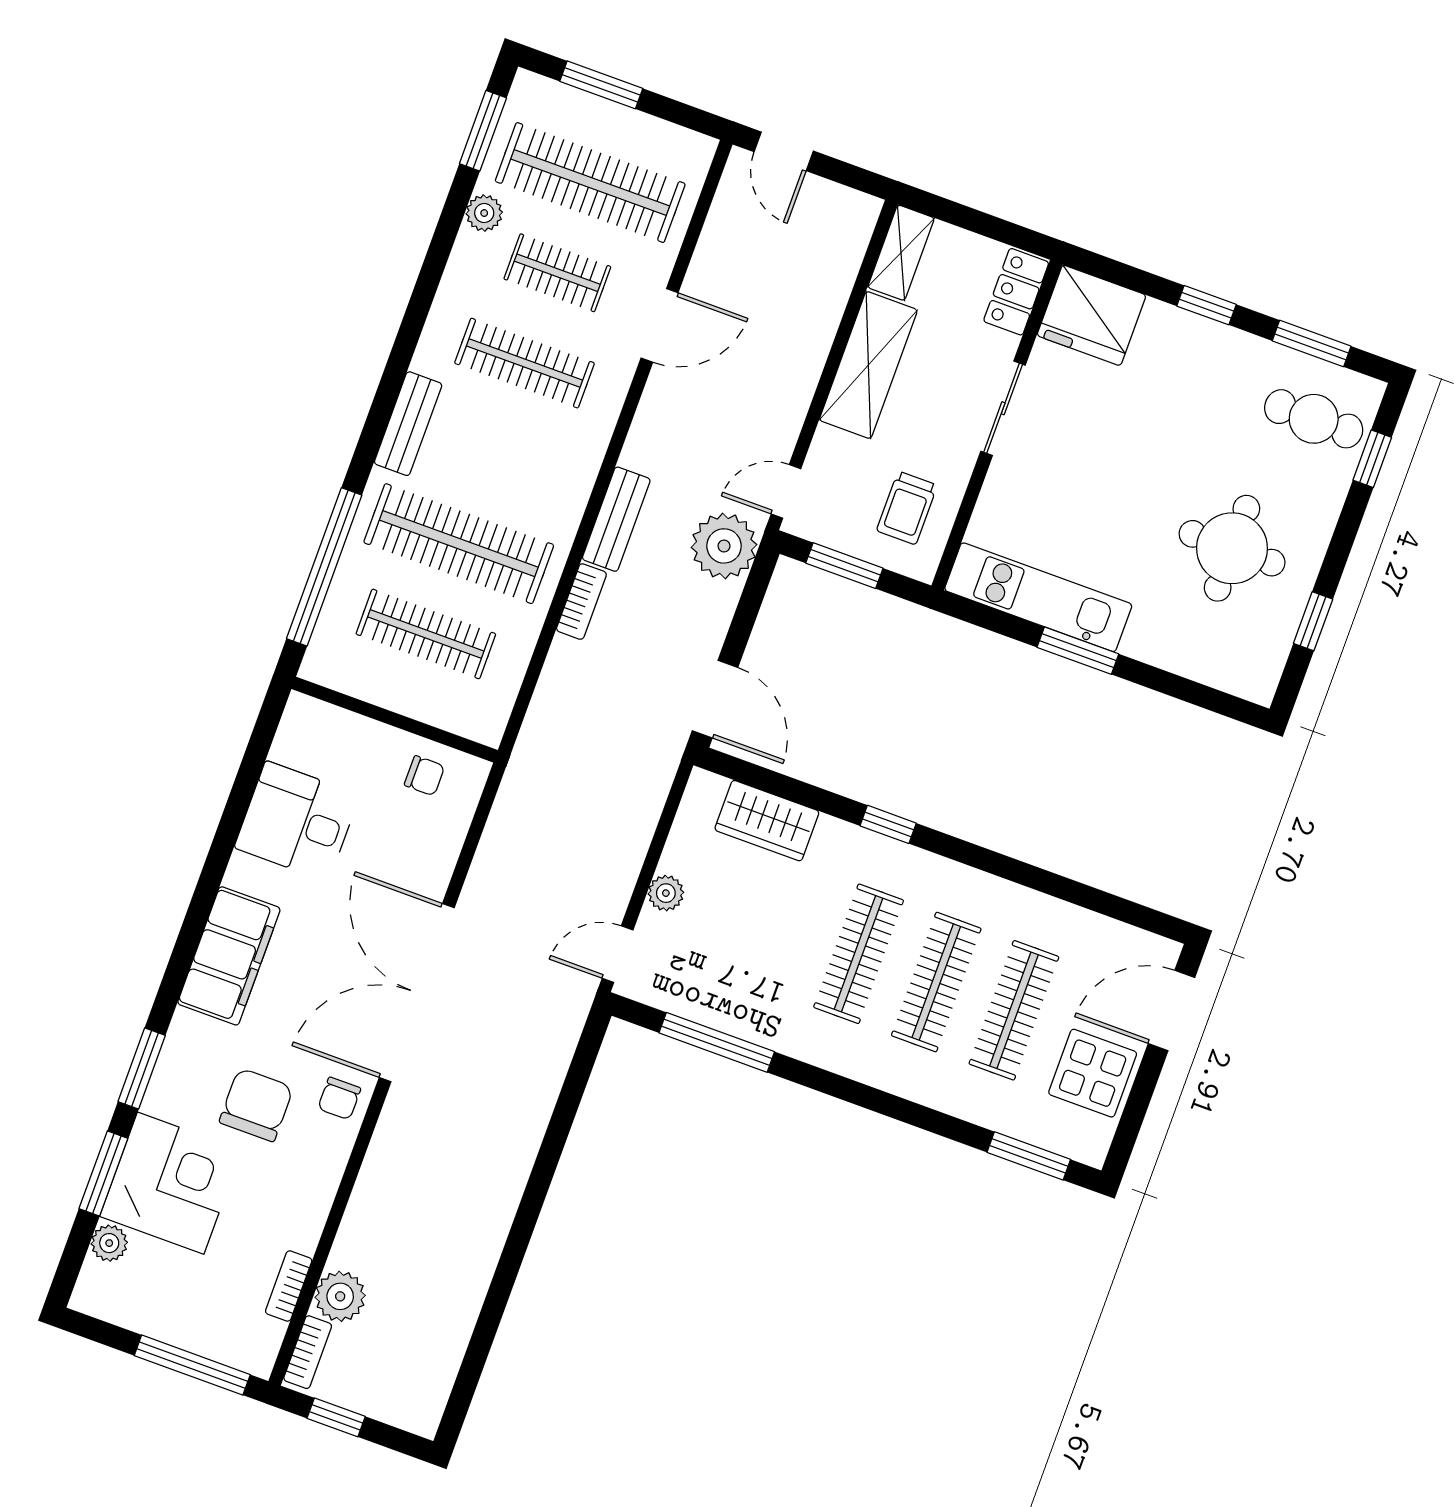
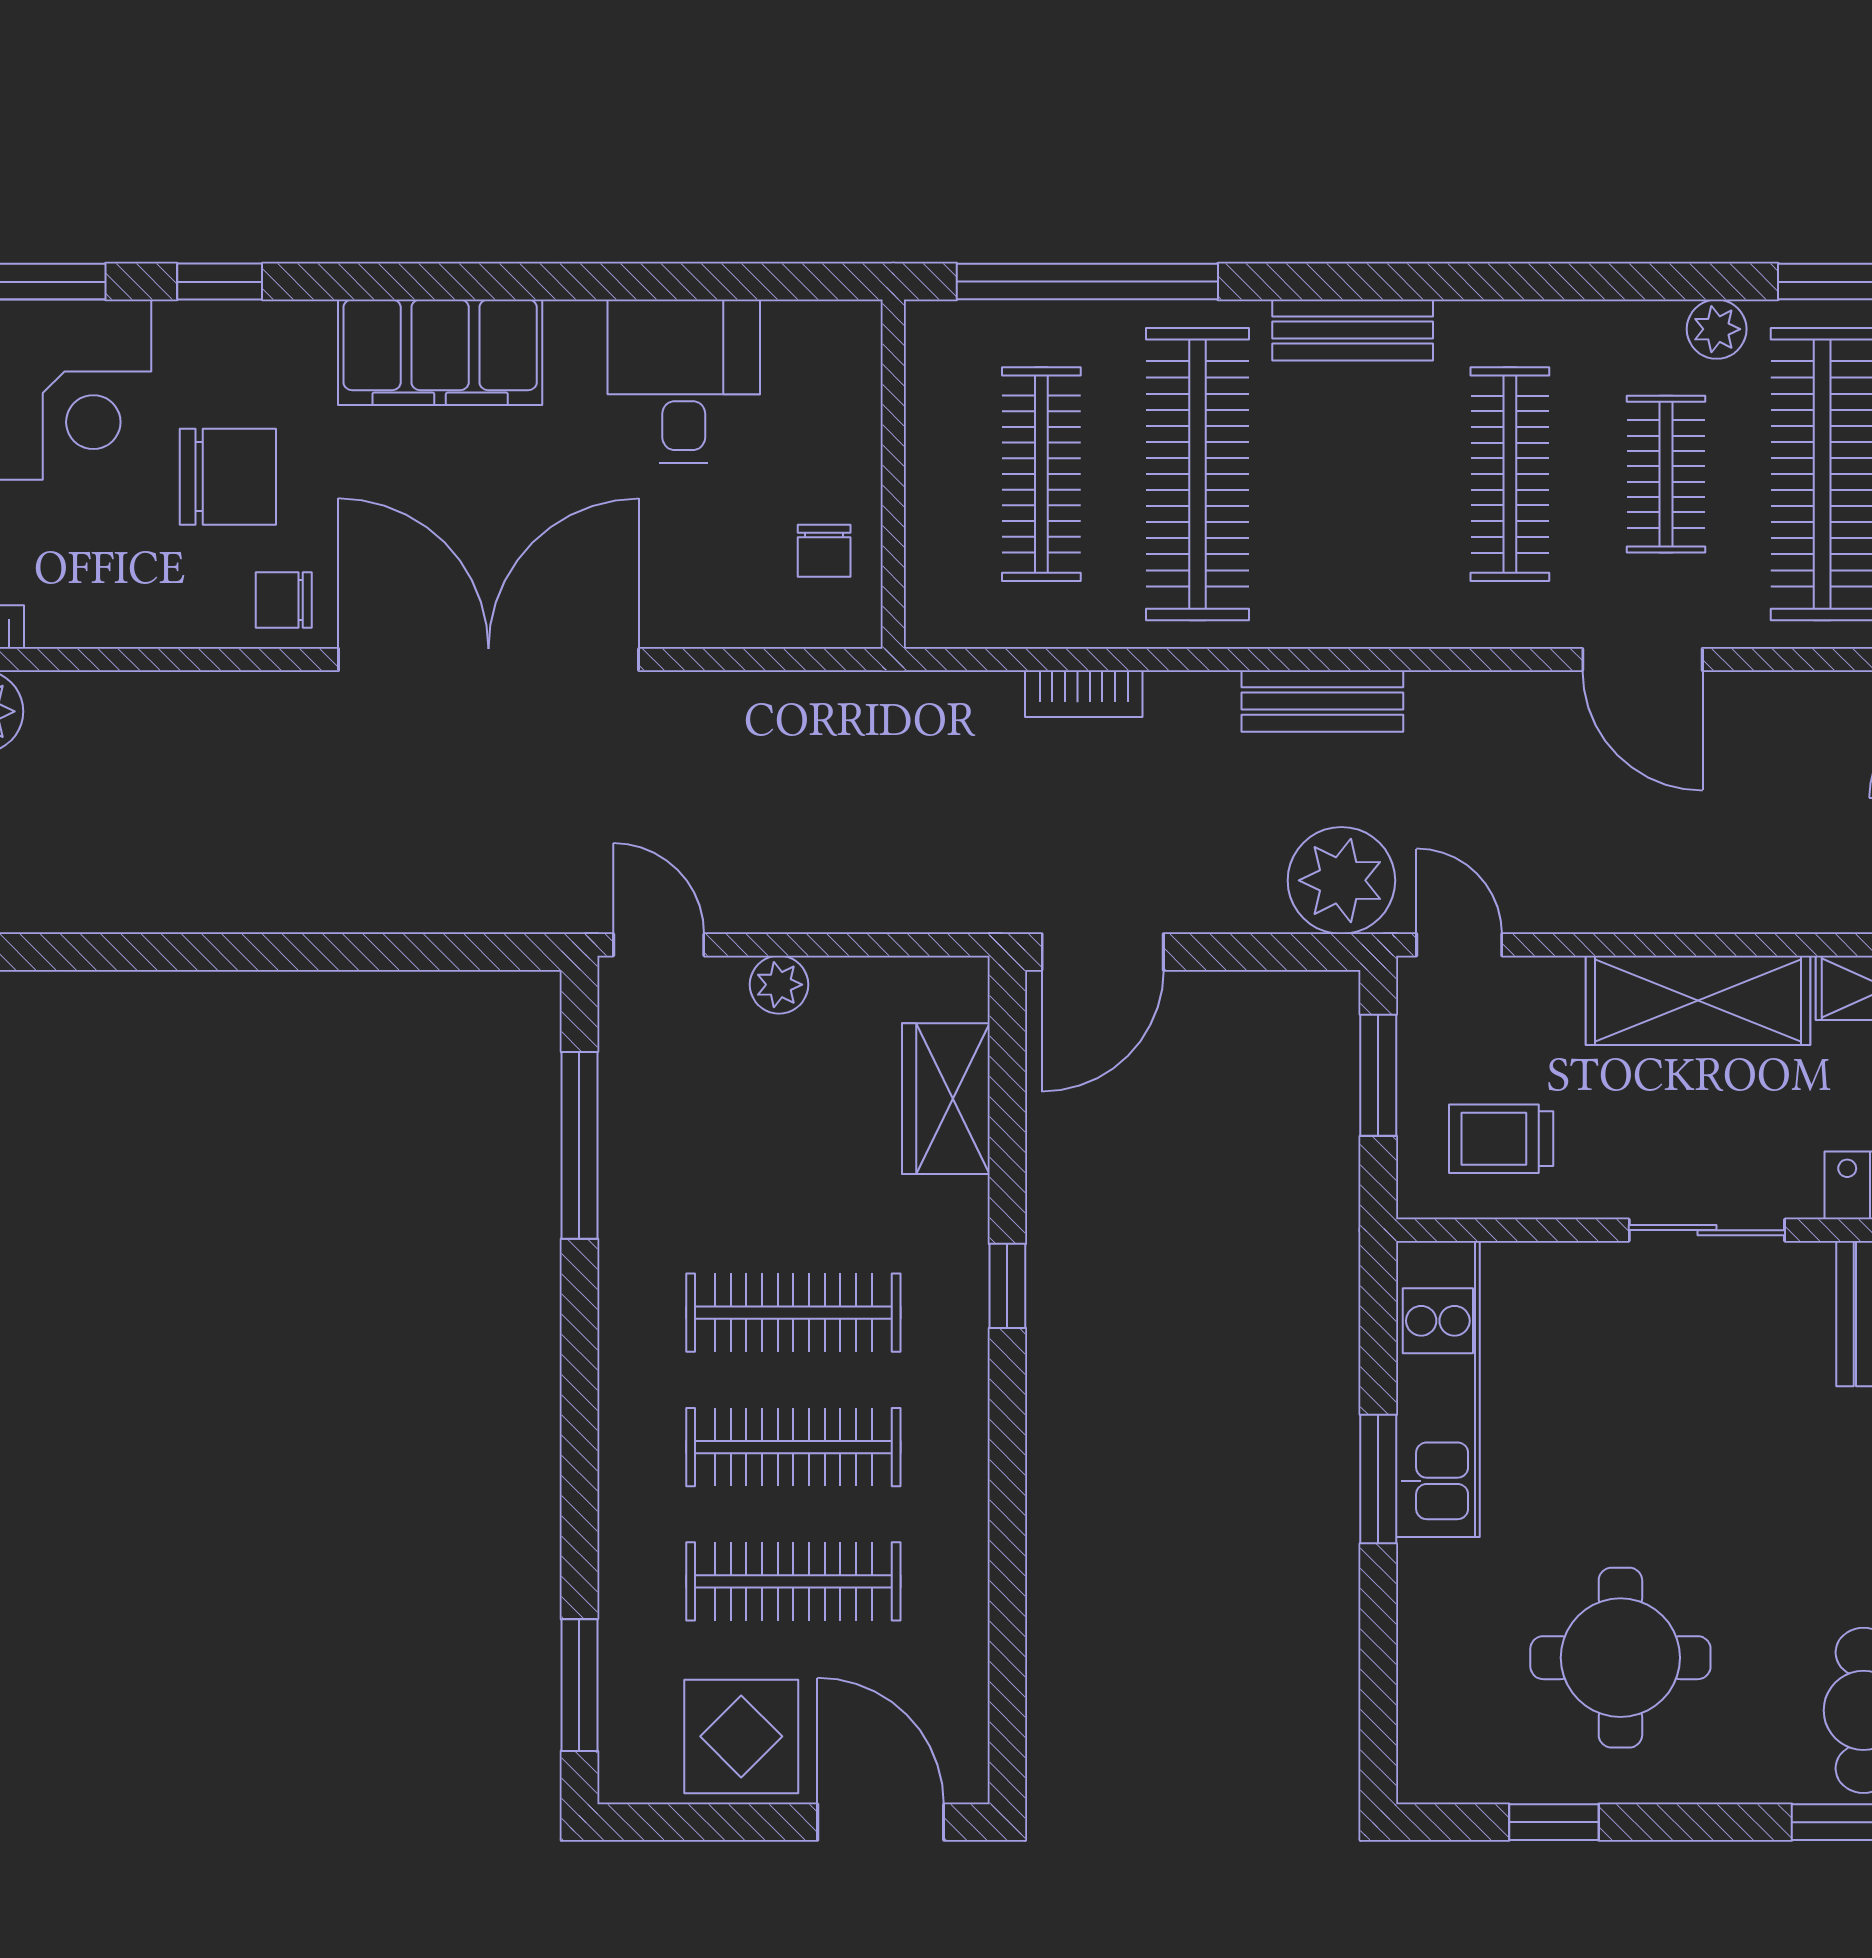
bookcase: (581, 602) -> (1084, 694), moved
window: (142, 1068) -> (220, 282), width x0.67

